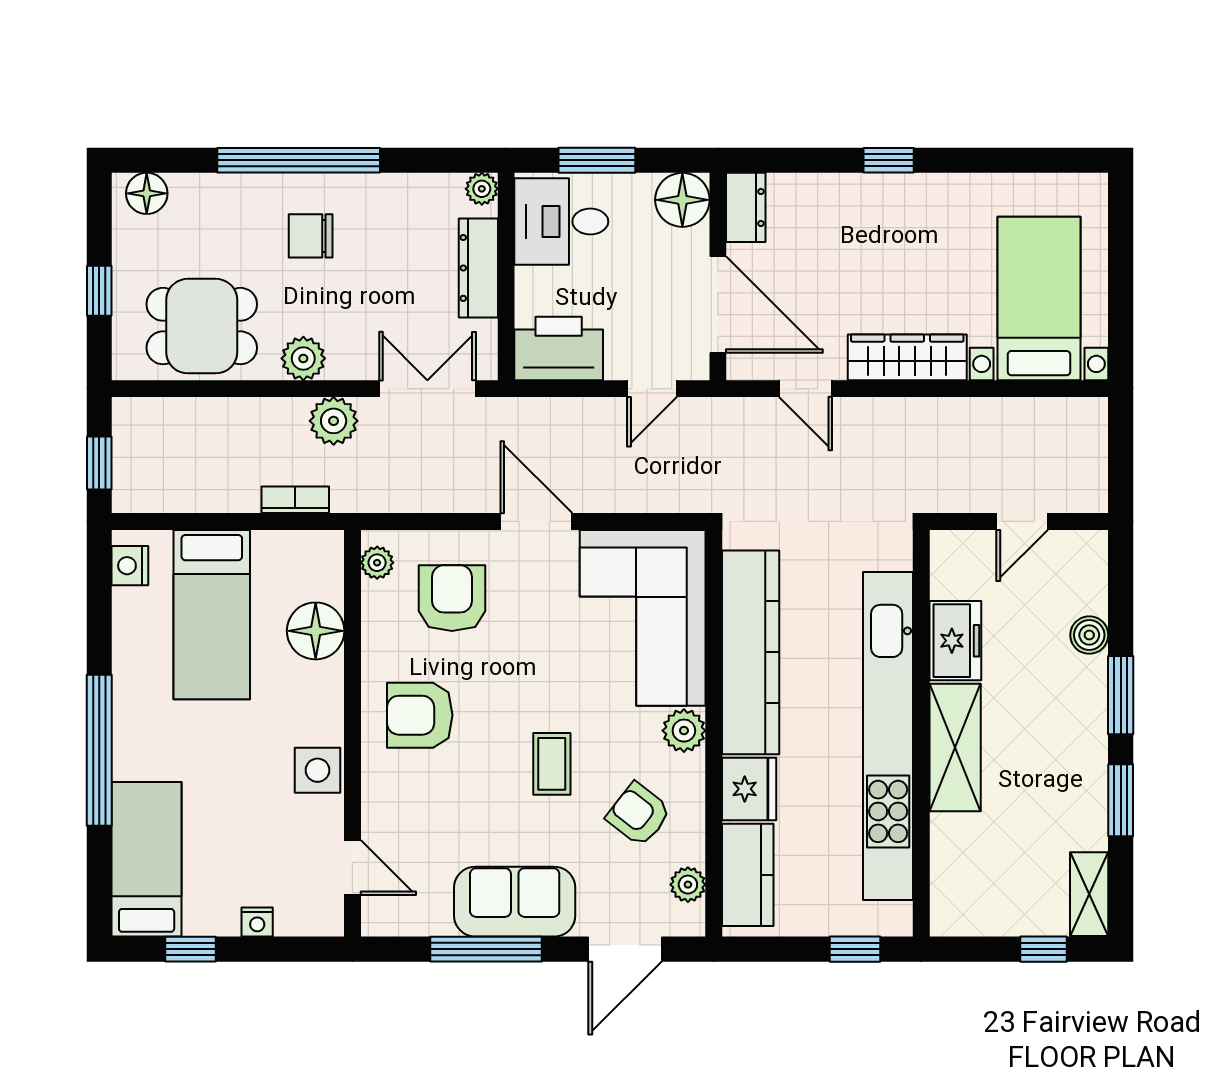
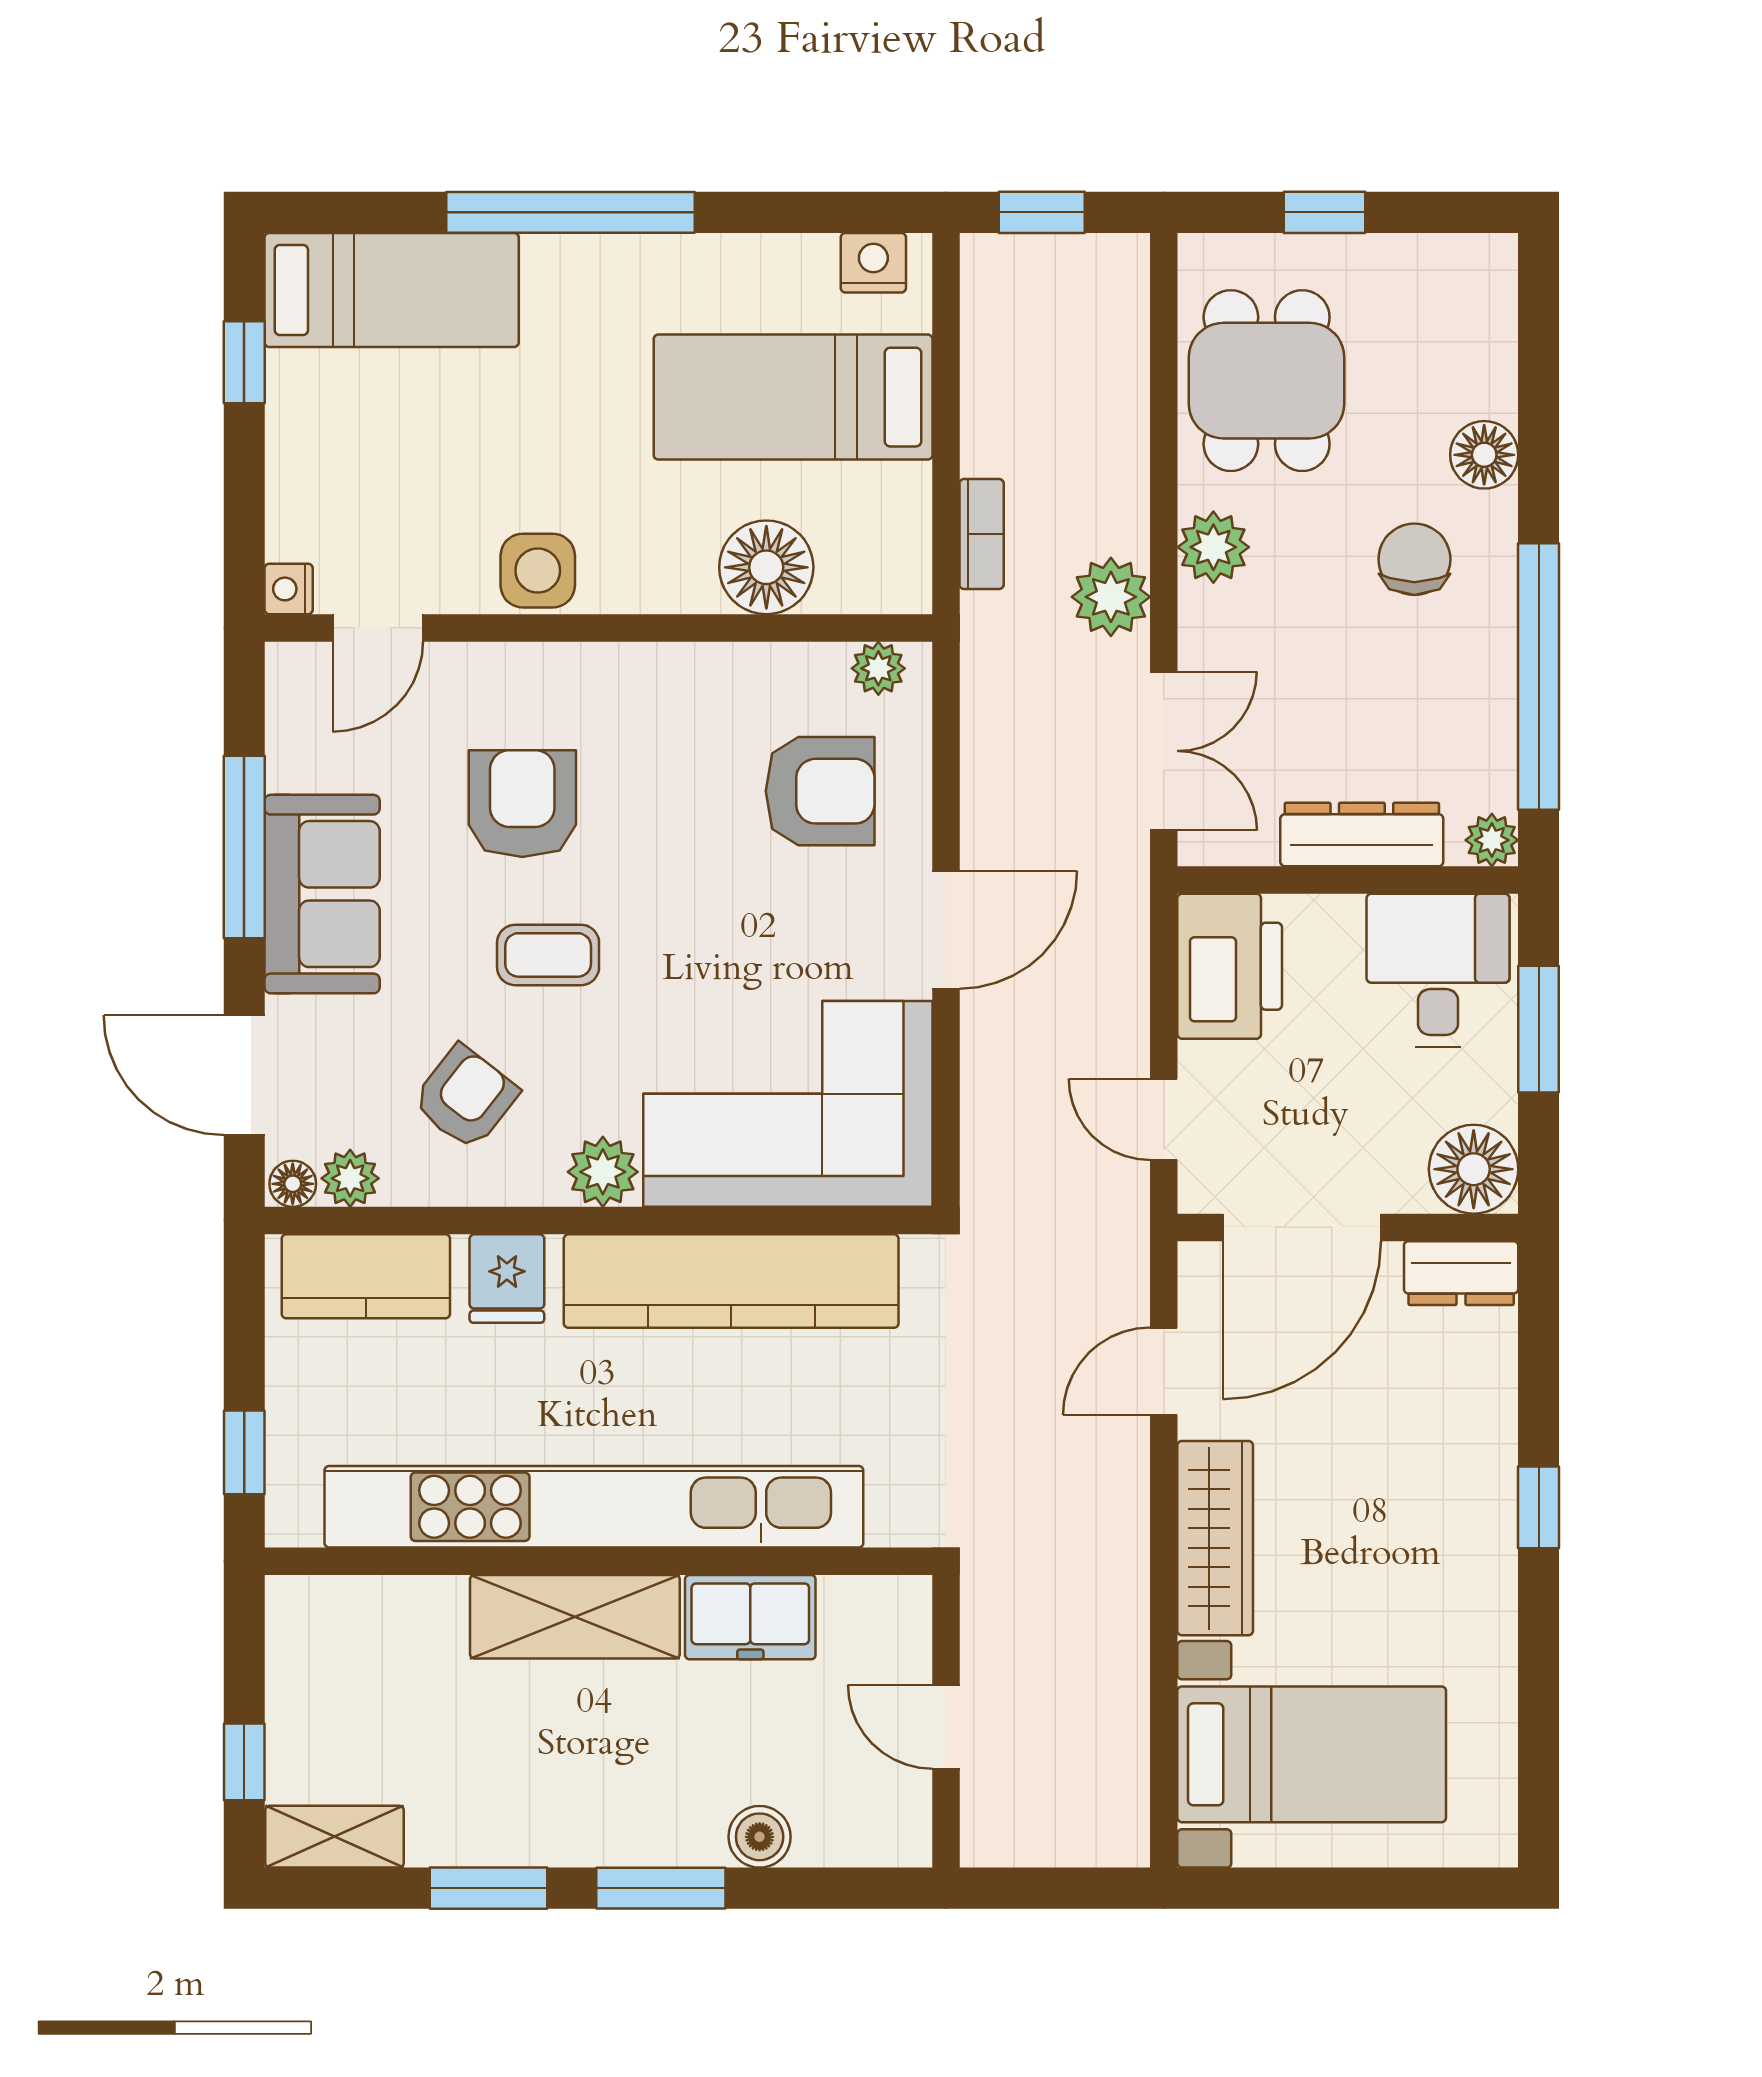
window: (299, 160) -> (1539, 677), moved
floor lamp: (147, 193) -> (1484, 455), moved
armchair: (420, 715) -> (522, 804), moved
fridge: (749, 789) -> (507, 1279), width x0.72
floor lamp: (691, 920) -> (293, 1184), added
nightstand: (257, 922) -> (289, 589), moved

